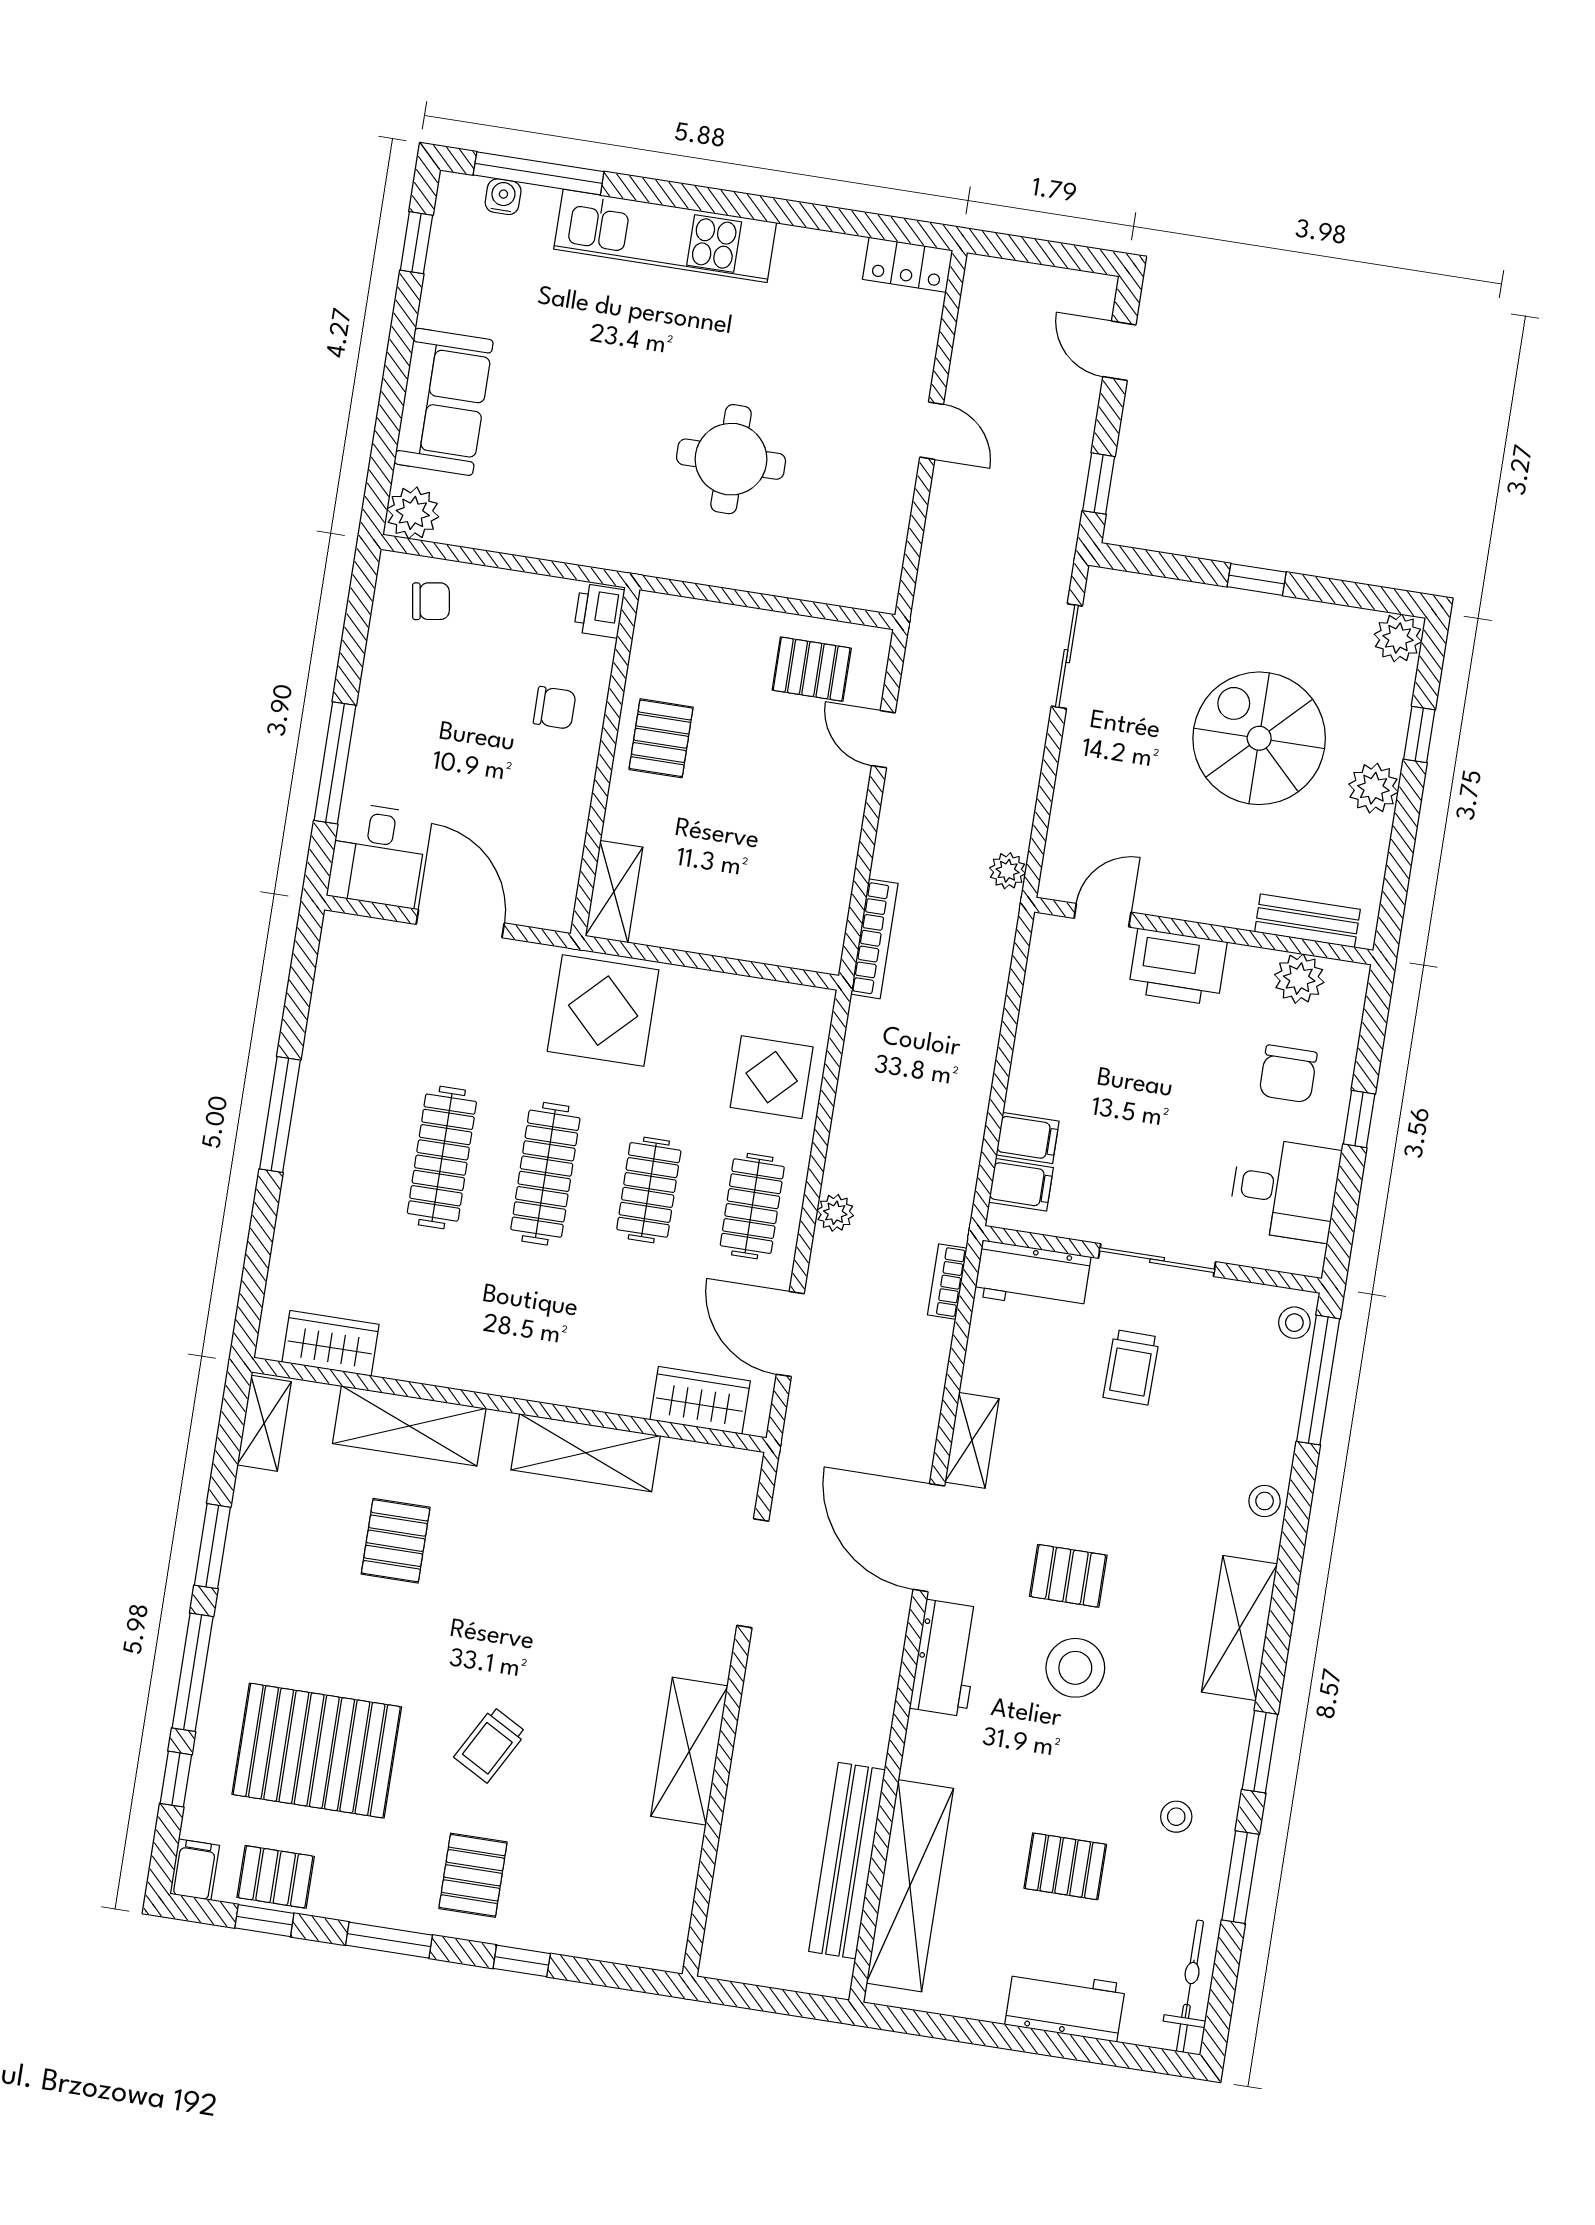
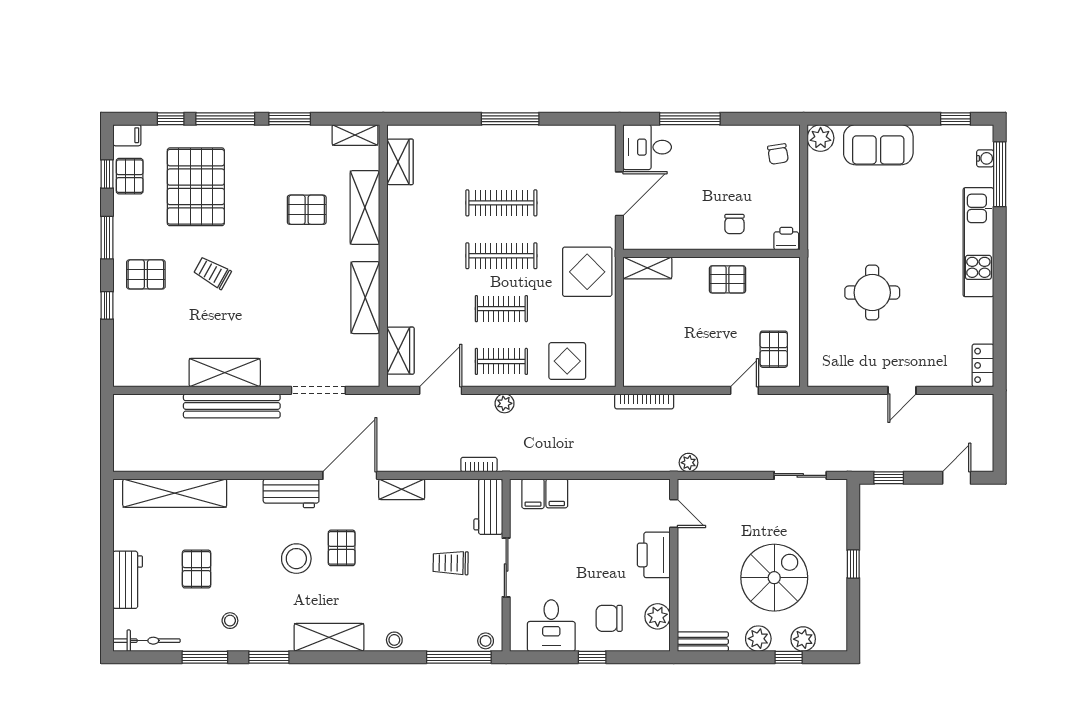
plant: (1398, 638) -> (803, 639), moved
bench: (1307, 921) -> (703, 642), moved, turned 90
bench: (847, 1861) -> (232, 406), moved

